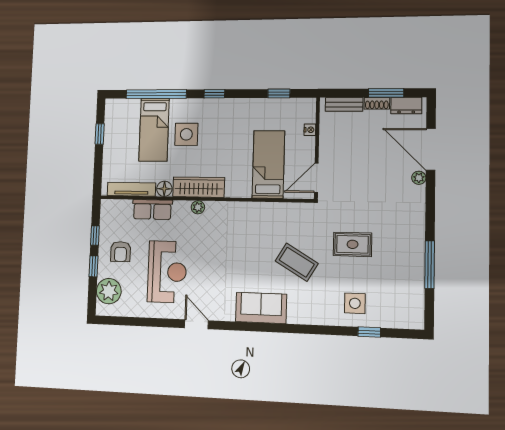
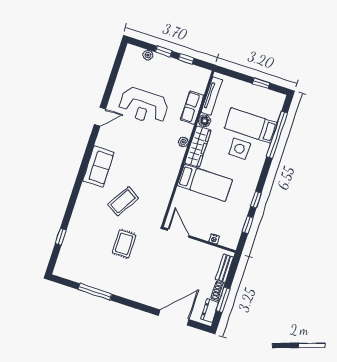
window: (214, 94) -> (256, 200), moved
bed: (268, 164) -> (205, 183), moved
plant: (419, 178) -> (156, 303), removed
armchair: (121, 252) -> (168, 75), removed
plant: (109, 291) -> (148, 55), width x0.53, depth x0.53
side table: (355, 303) -> (83, 233), removed

